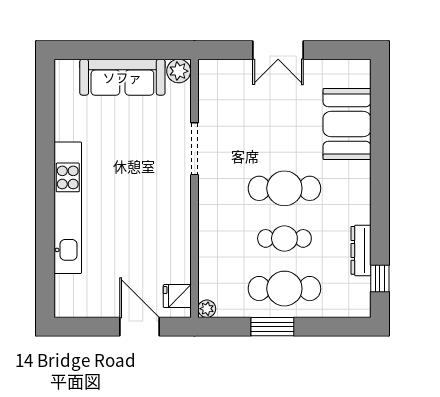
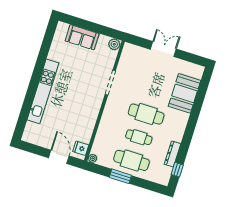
double door: (278, 50) -> (163, 49), swing flipped
sofa: (122, 77) -> (82, 37), width x0.73

